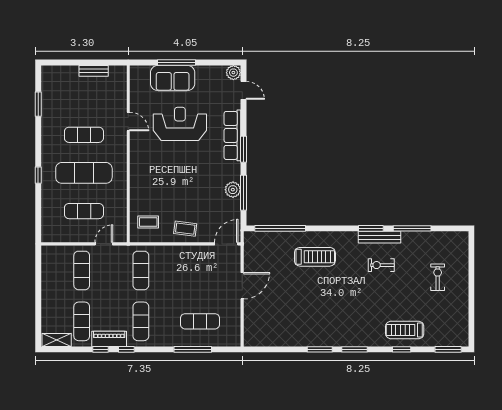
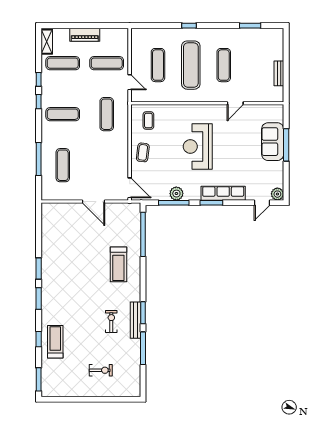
reception desk: (180, 124) -> (198, 147), moved, turned 180
exercise mat: (141, 270) -> (107, 114), turned 90
piano: (109, 339) -> (85, 35), moved, turned 90

